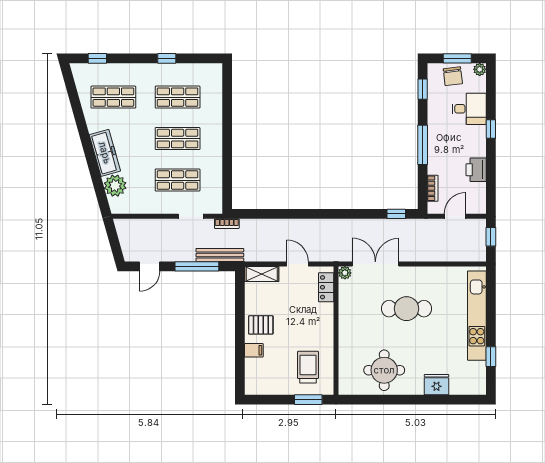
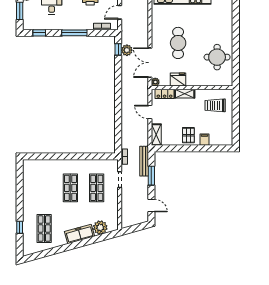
window: (97, 58) -> (20, 227), moved
window: (167, 58) -> (20, 195), removed
chair: (453, 76) -> (31, 14), removed
shop shelf: (178, 97) -> (44, 188), removed
door: (455, 216) -> (120, 12), hinge flipped
plant: (395, 228) -> (127, 50), added
door: (298, 264) -> (150, 112), hinge flipped
window: (197, 266) -> (151, 176), width x0.69
shelving: (326, 319) -> (185, 94), added
fridge: (436, 385) -> (178, 80), moved, turned 90
window: (308, 400) -> (236, 105), removed

